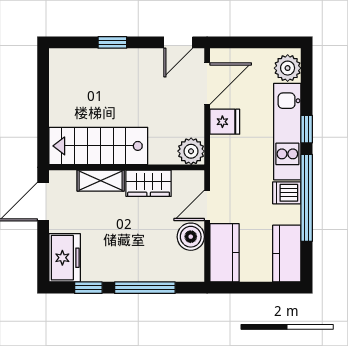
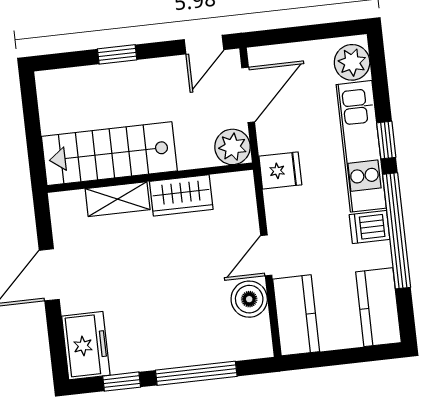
fridge: (225, 122) -> (280, 170), moved
stairs: (98, 146) -> (109, 154), moved
plant: (191, 151) -> (233, 147), moved
wall: (127, 167) -> (150, 178), moved
shelving: (101, 181) -> (118, 199), moved
wardrobe: (149, 183) -> (181, 195), moved

